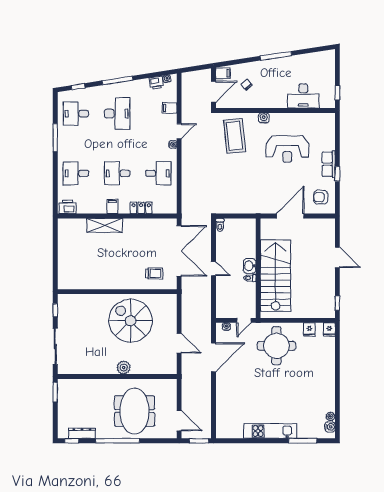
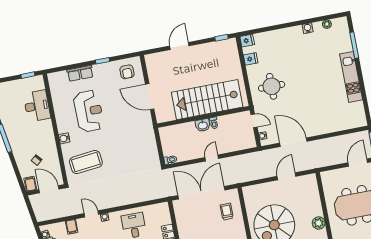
row of seats: (329, 164) -> (80, 73), moved
round table: (276, 346) -> (272, 86), width x0.73, depth x0.73
water cooler: (330, 427) -> (308, 28), moved

